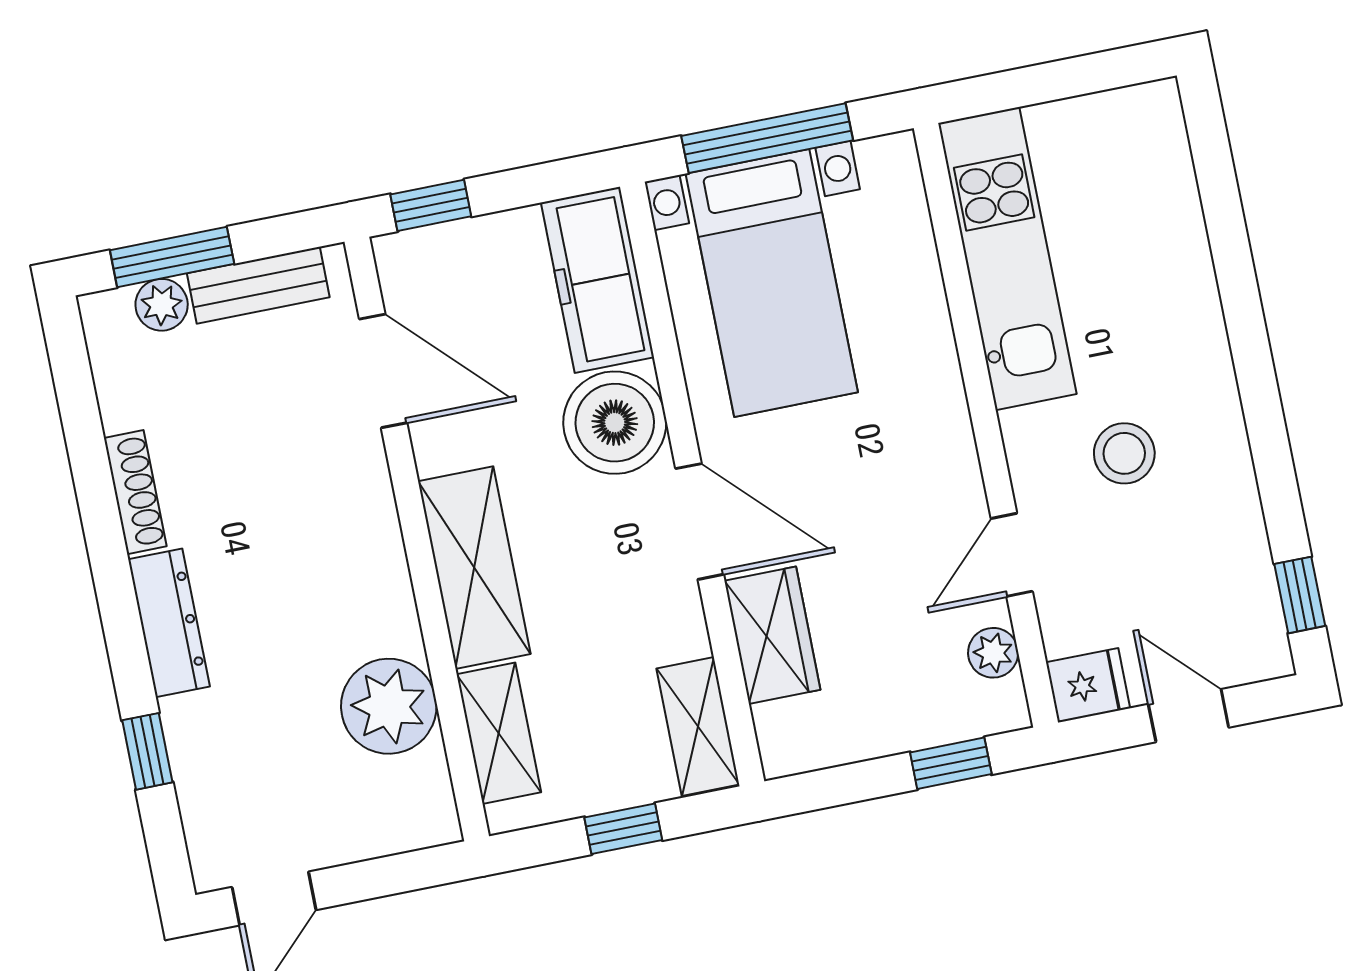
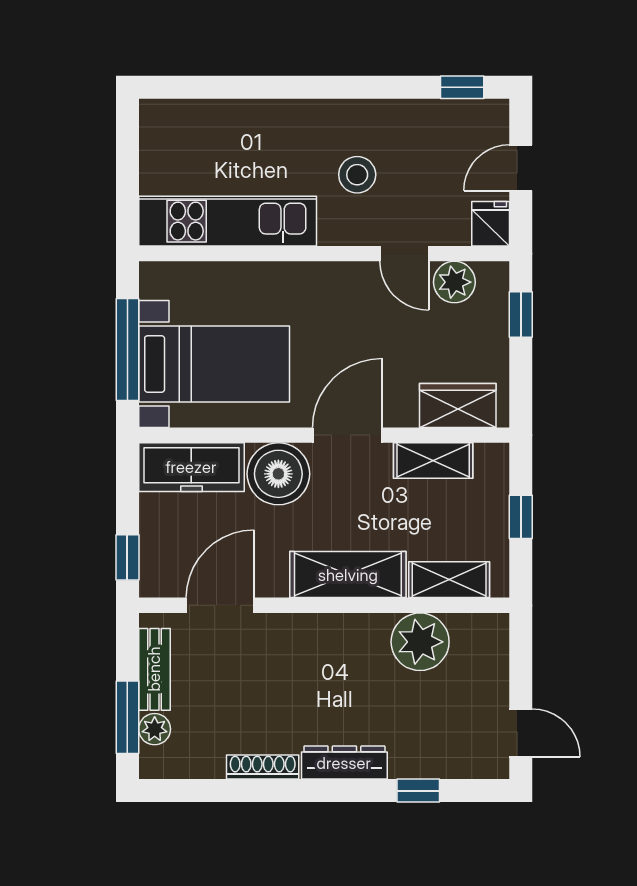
wardrobe: (772, 635) -> (458, 405), moved
plant: (993, 653) -> (454, 282), width x1.38, depth x1.38
shelving: (698, 726) -> (433, 460), moved

